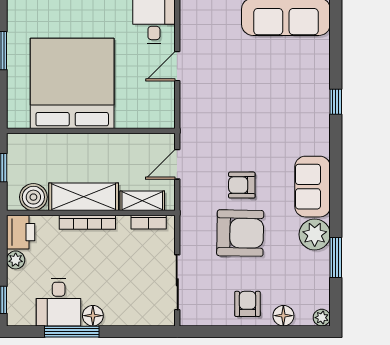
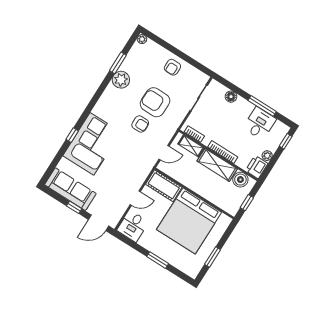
corner sofa: (297, 107) -> (92, 144), added
cot: (145, 113) -> (164, 186), added
sofa: (313, 187) -> (108, 103), removed
floor lamp: (93, 316) -> (231, 97), moved
floor lamp: (283, 316) -> (159, 51), removed

